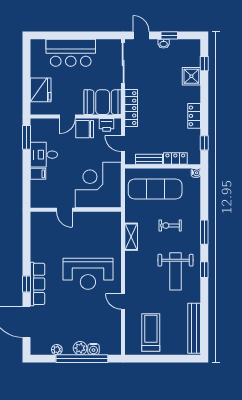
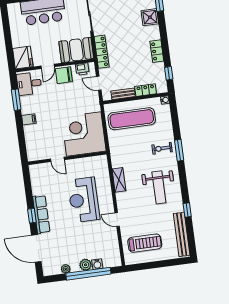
fridge: (41, 90) -> (23, 58), moved
window: (27, 137) -> (16, 100), moved
desk: (44, 155) -> (29, 84), moved
corner desk: (98, 185) -> (84, 134), moved
door: (64, 210) -> (57, 159), moved
wall: (76, 210) -> (67, 158), moved
exercise bike: (170, 226) -> (162, 148), moved
shelving: (131, 237) -> (119, 180), moved
window: (204, 270) -> (187, 210), moved
reception desk: (88, 274) -> (84, 200), turned 90
treadmill: (151, 333) -> (145, 243), turned 90

